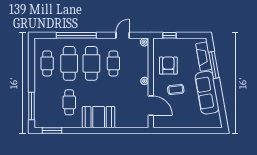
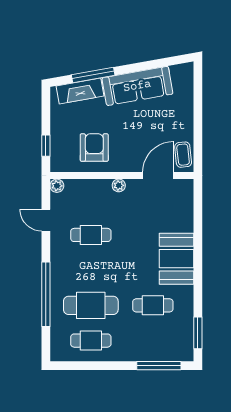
cafe table: (91, 63) -> (91, 270), removed
armchair: (168, 65) -> (94, 148), turned 90
coffee table: (176, 89) -> (183, 155), moved

